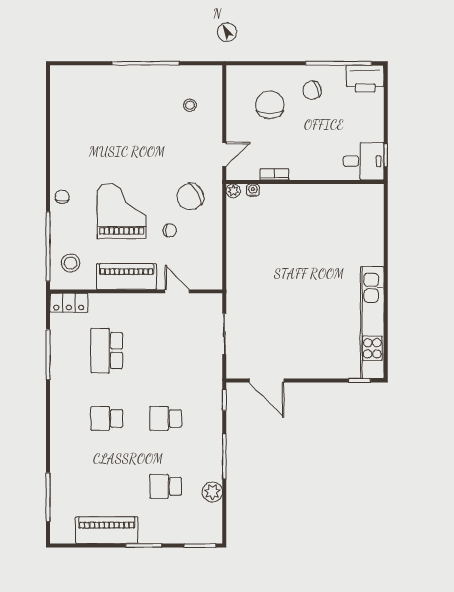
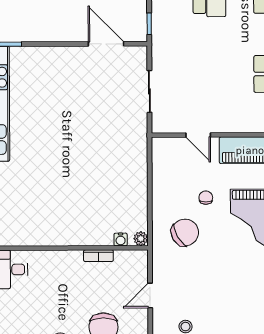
door: (224, 154) -> (150, 296), moved
chair: (170, 230) -> (206, 198), turned 90

